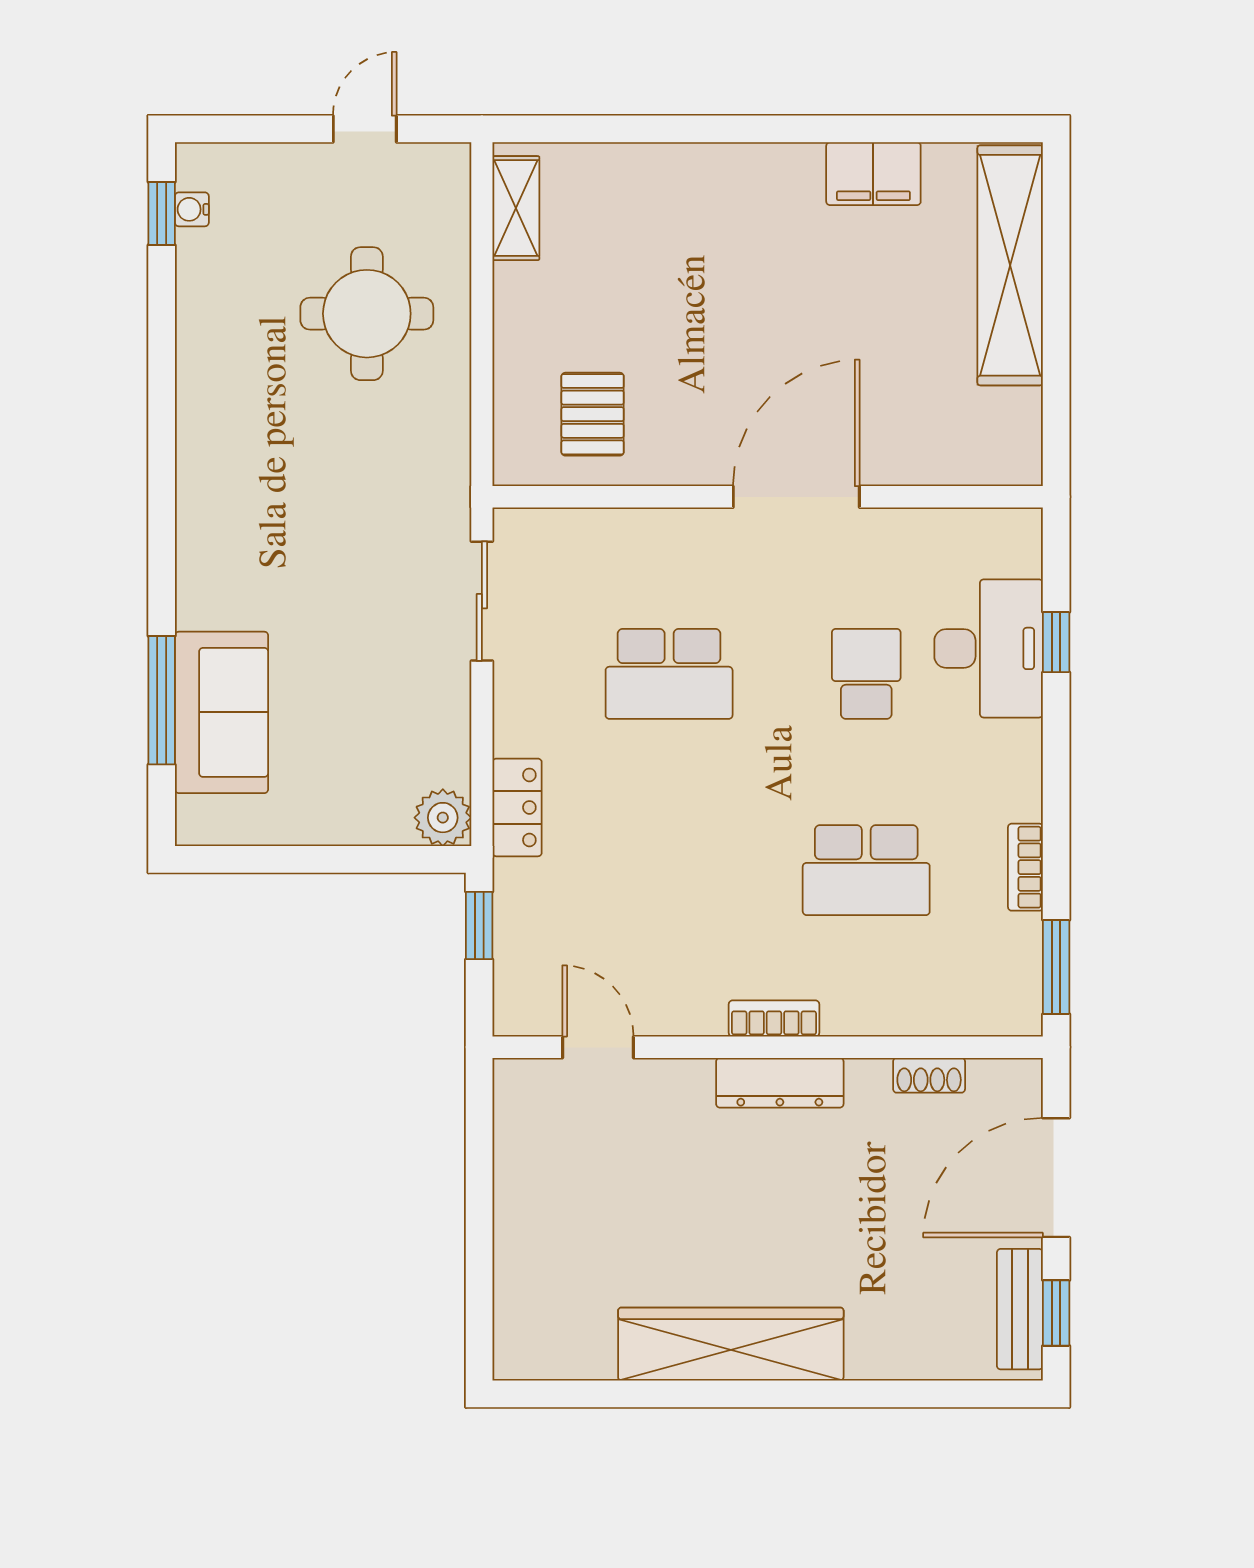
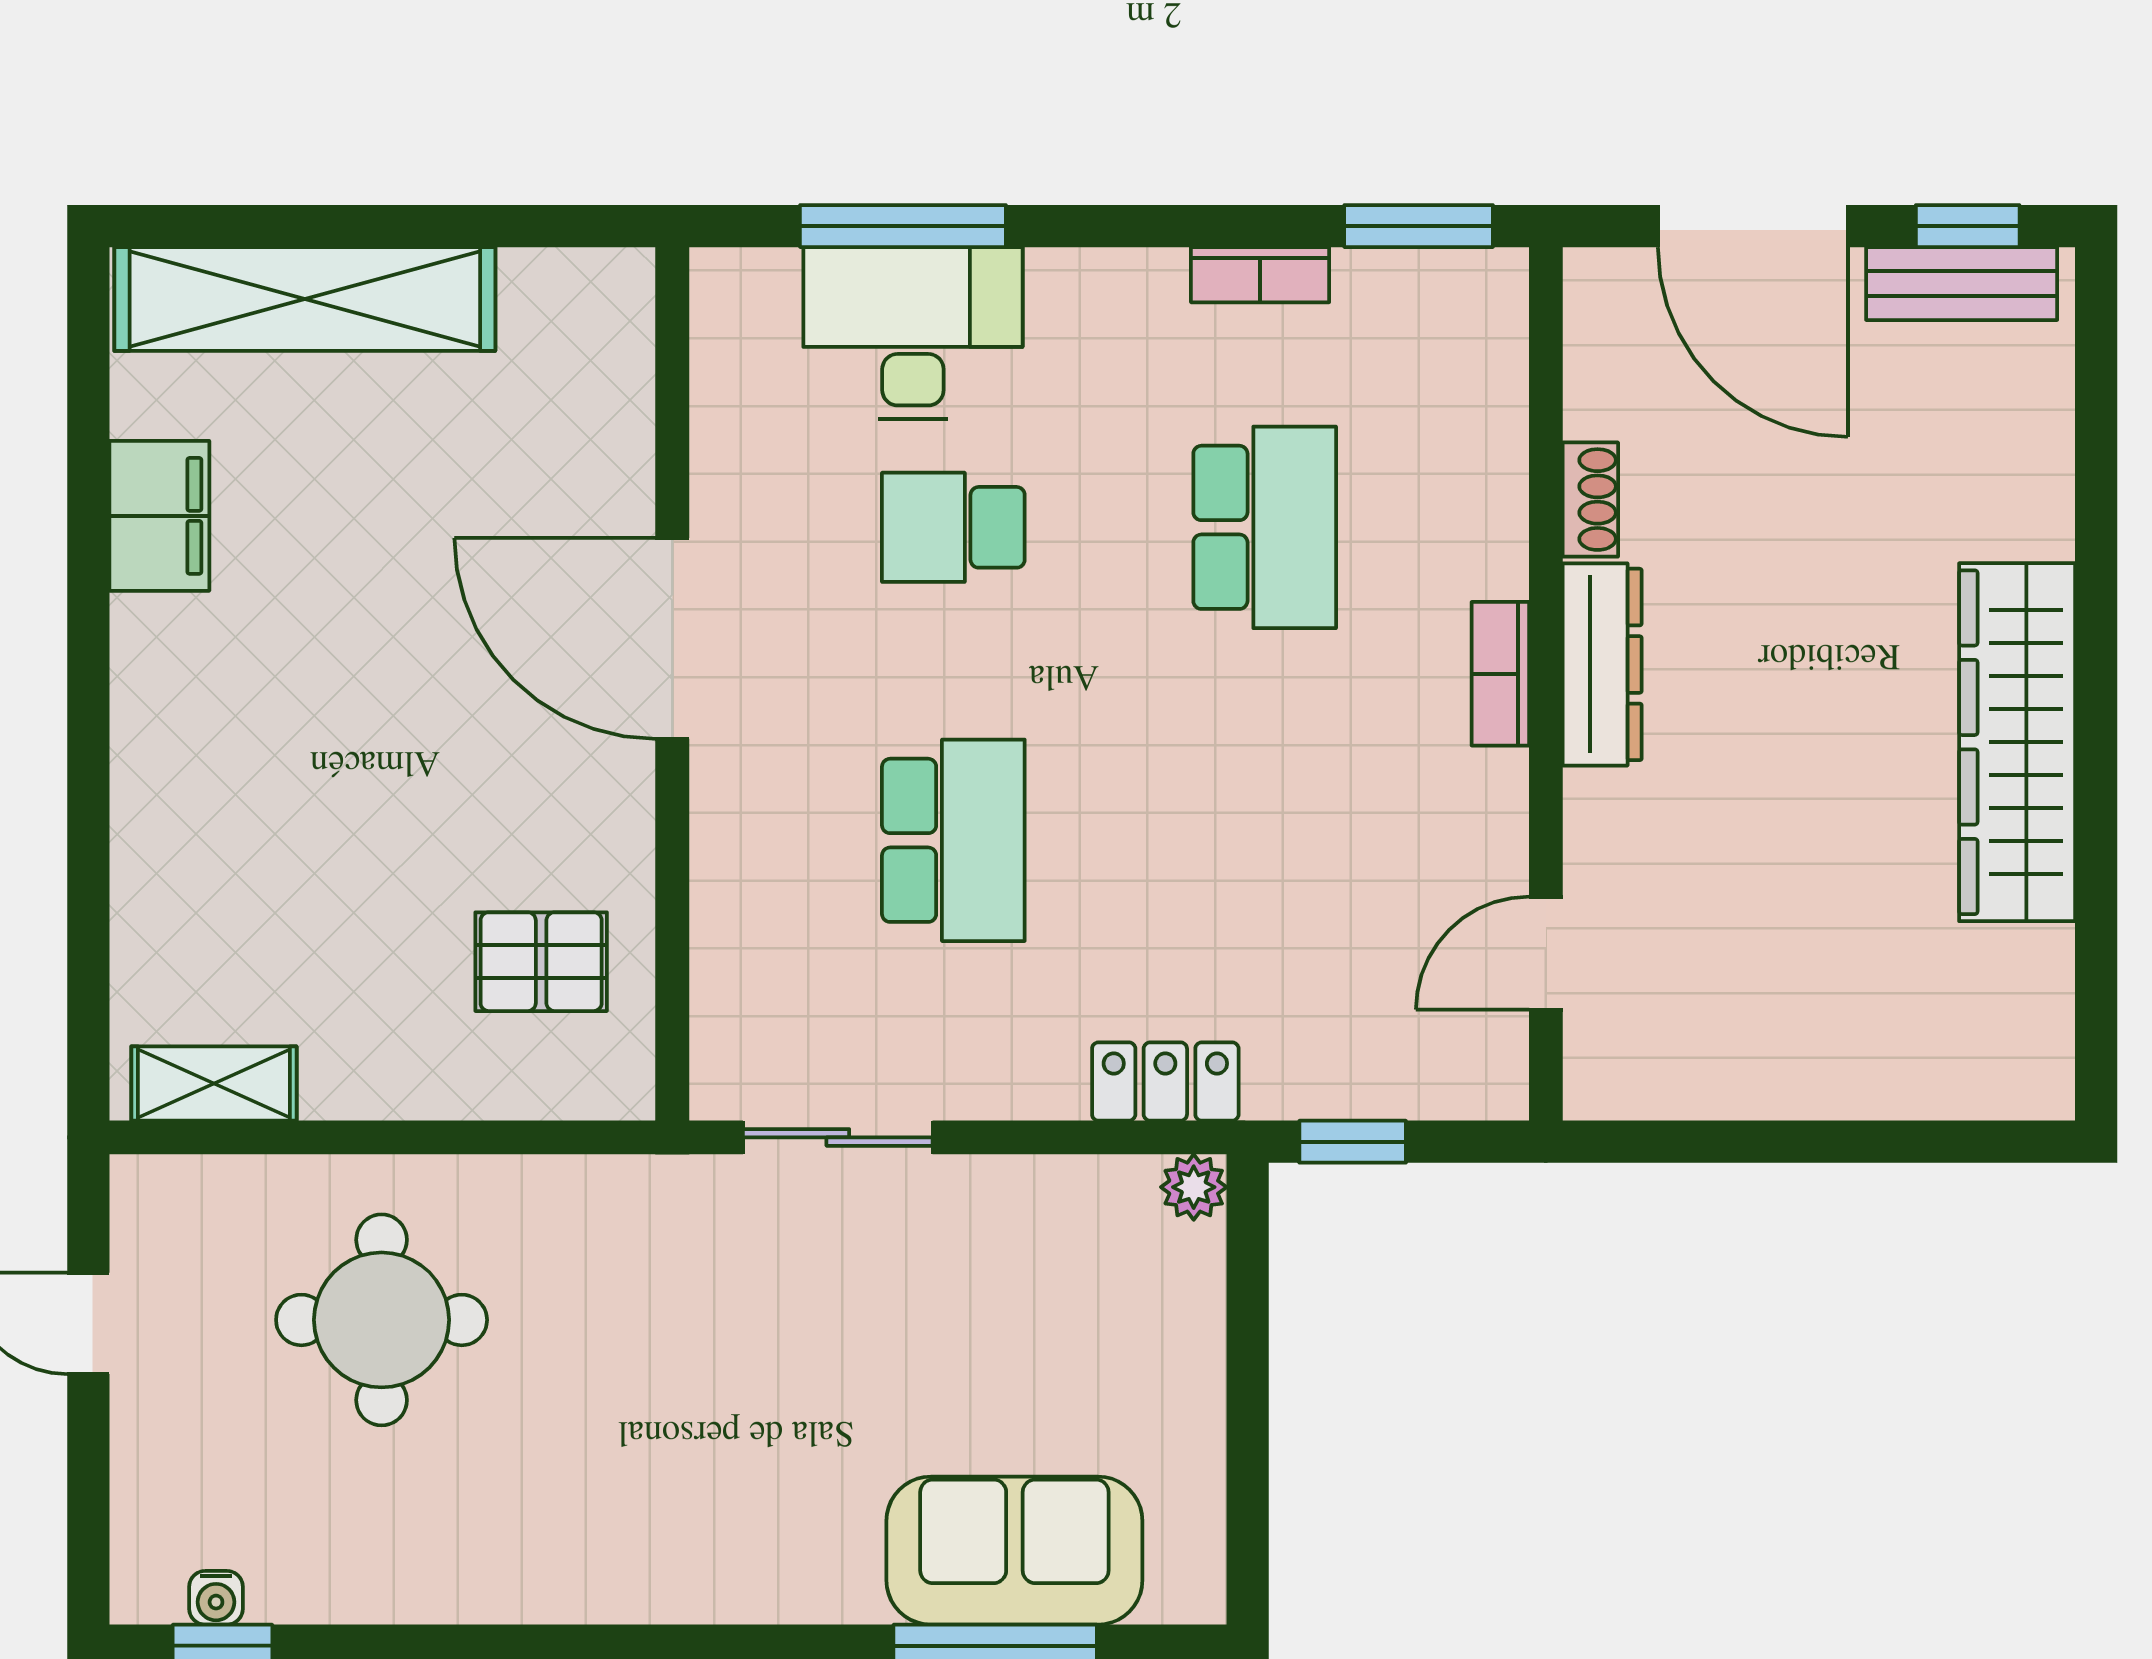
window: (1056, 642) -> (903, 226), width x2.17
plant: (443, 818) -> (1194, 1187), width x0.73, depth x0.73
shoe rack: (929, 1075) -> (1590, 500), moved

